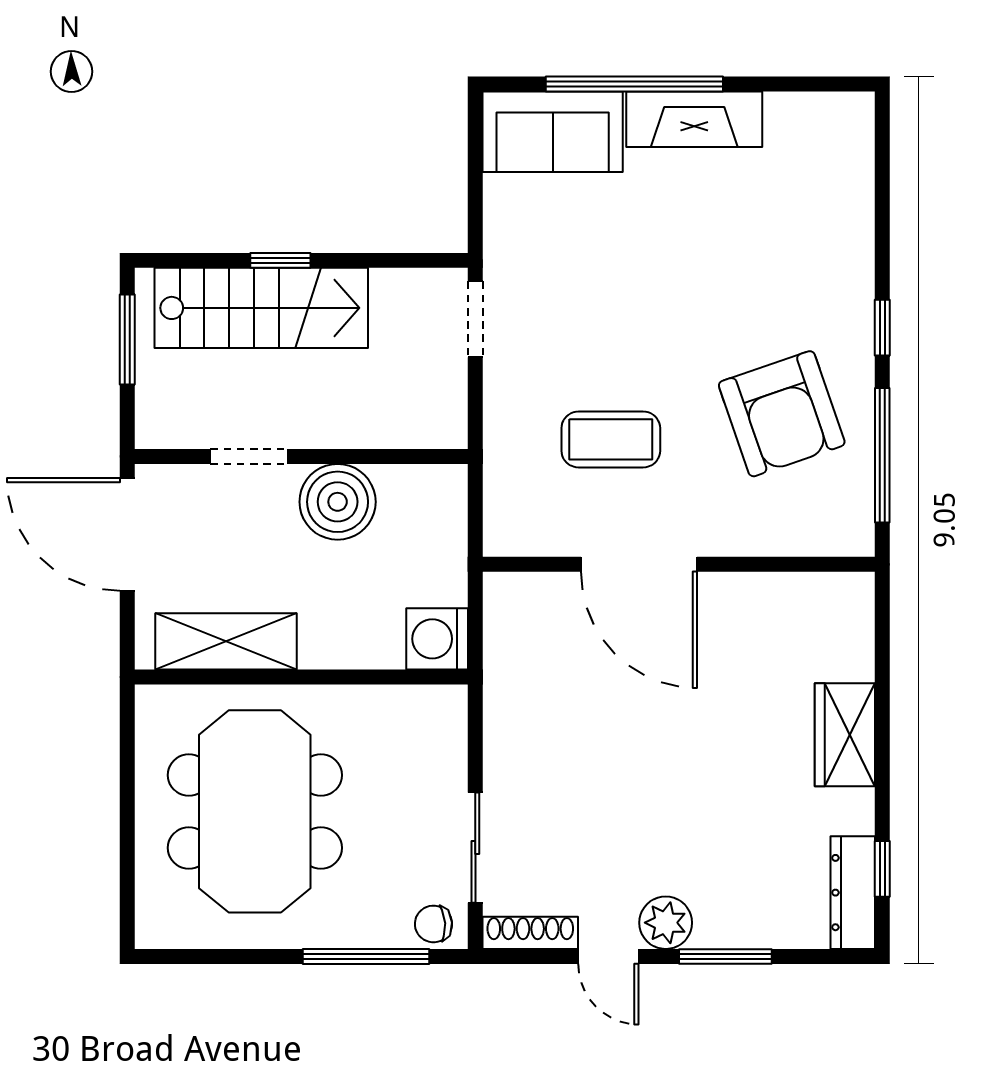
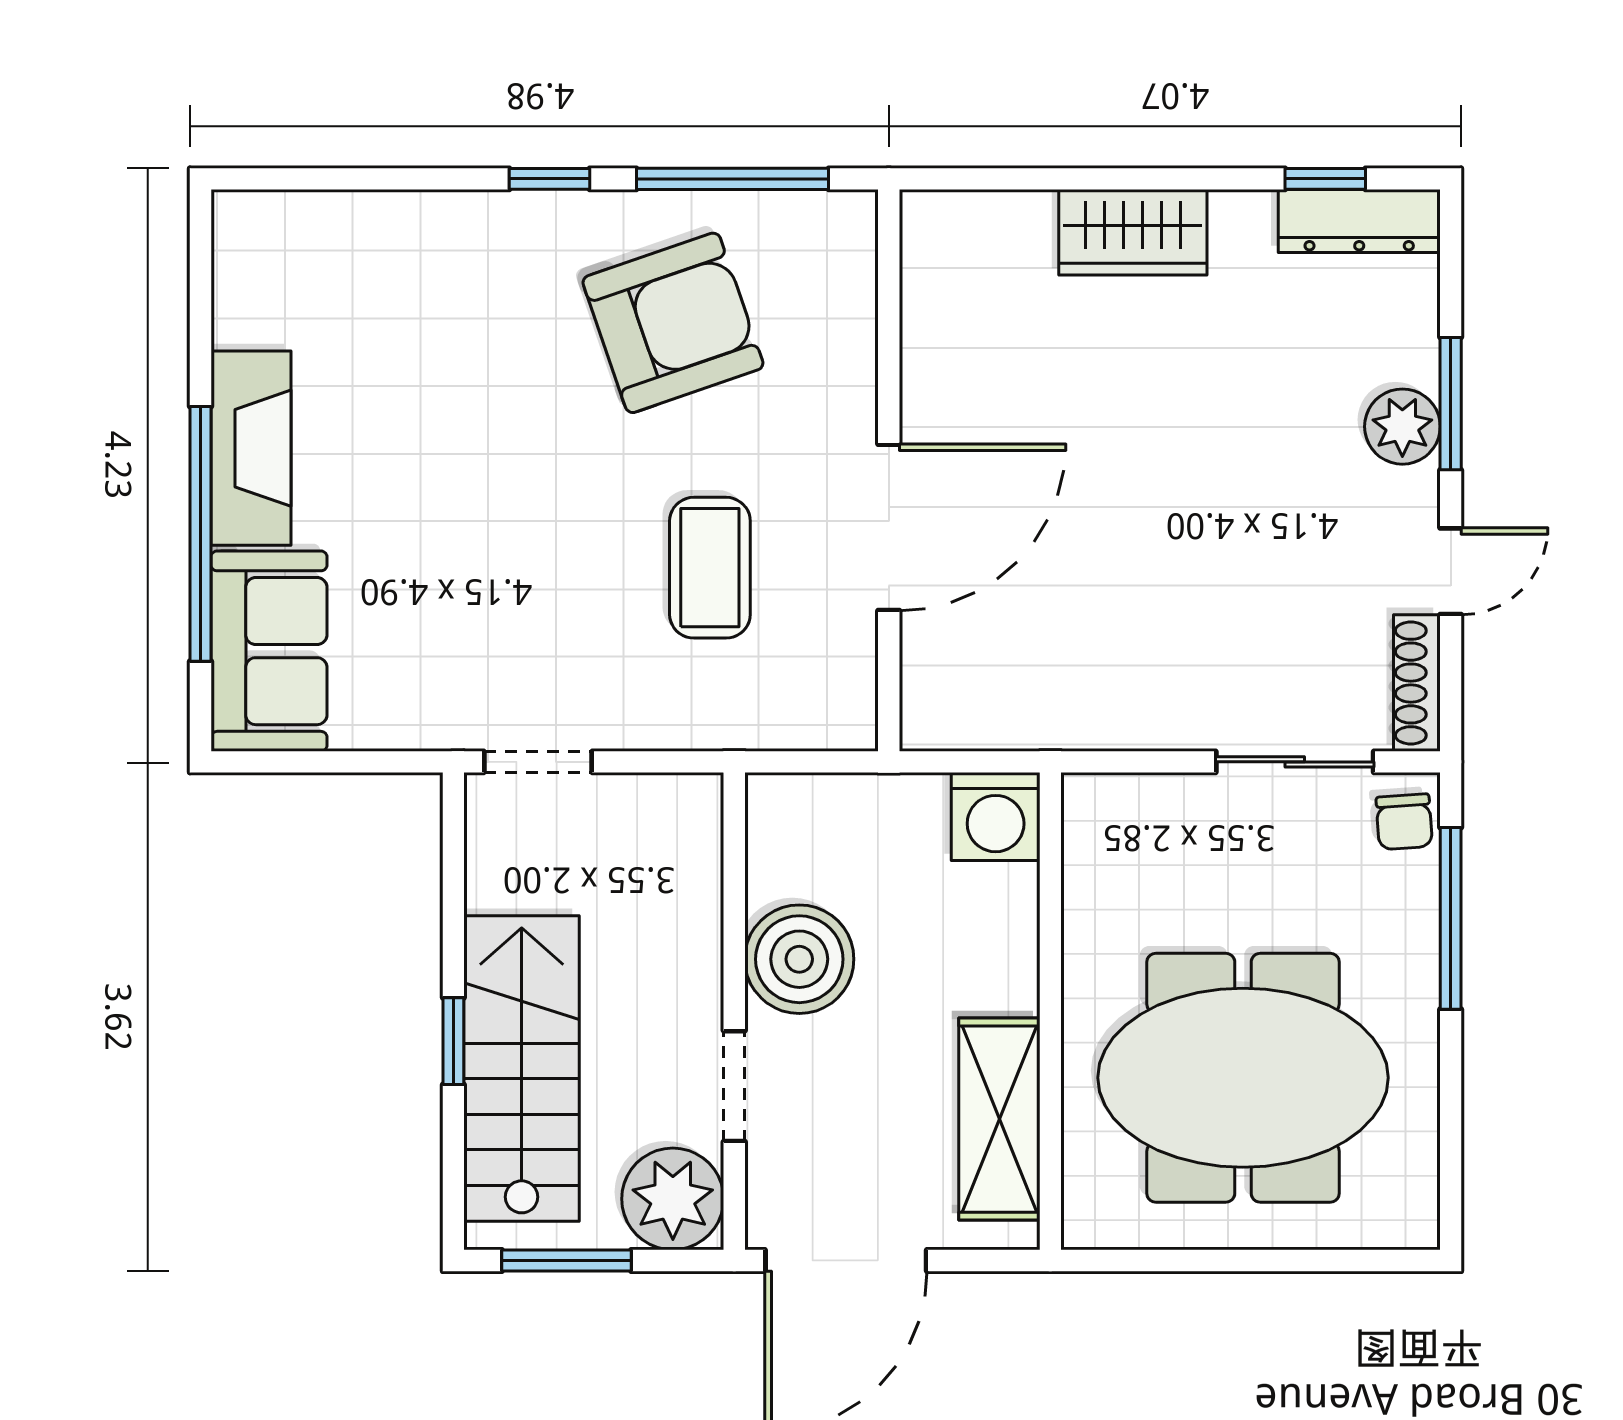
plant: (170, 414) -> (673, 1199), added
plant: (666, 923) -> (1402, 427), moved

